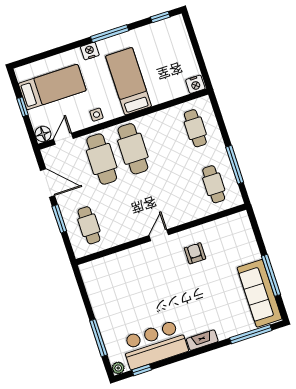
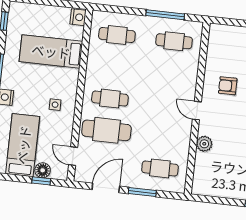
bed: (129, 81) -> (51, 51), moved
window: (23, 107) -> (41, 181), moved
side table: (96, 115) -> (55, 105), moved
floor lamp: (43, 134) -> (43, 170), moved
cafe table: (133, 149) -> (110, 99), width x0.73, depth x0.74
plant: (131, 256) -> (204, 144), added

